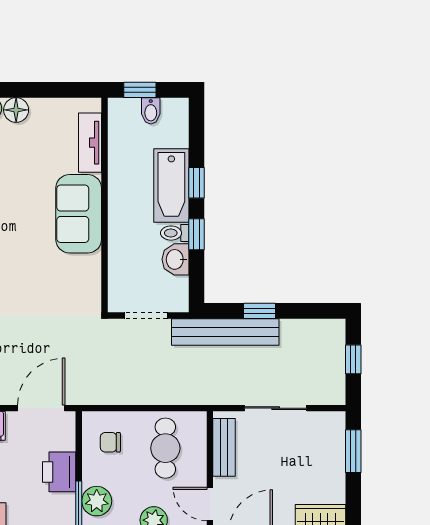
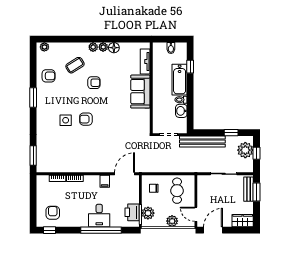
window: (140, 90) -> (166, 39), removed
window: (196, 183) -> (190, 67), moved
window: (196, 234) -> (190, 100), removed
window: (259, 311) -> (231, 133), moved
plant: (327, 352) -> (245, 150), added
bench: (224, 447) -> (249, 189), moved
printer: (59, 472) -> (132, 212), moved

